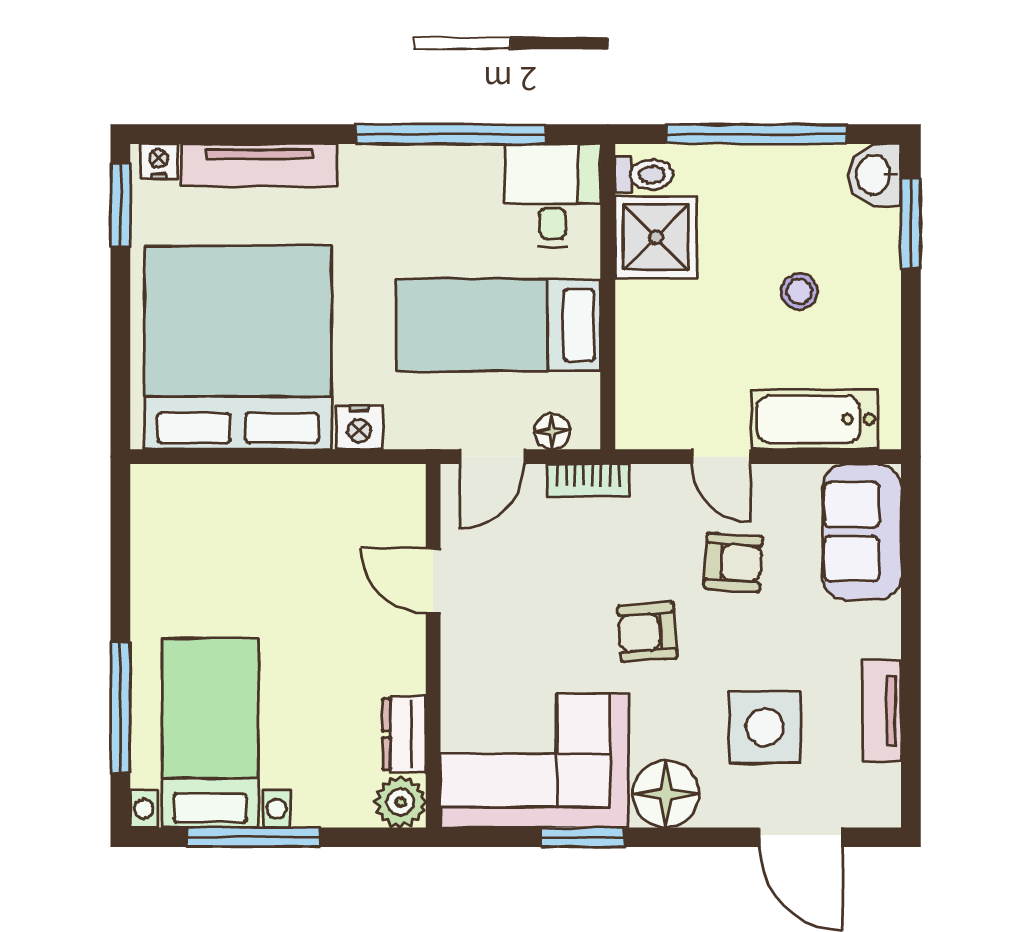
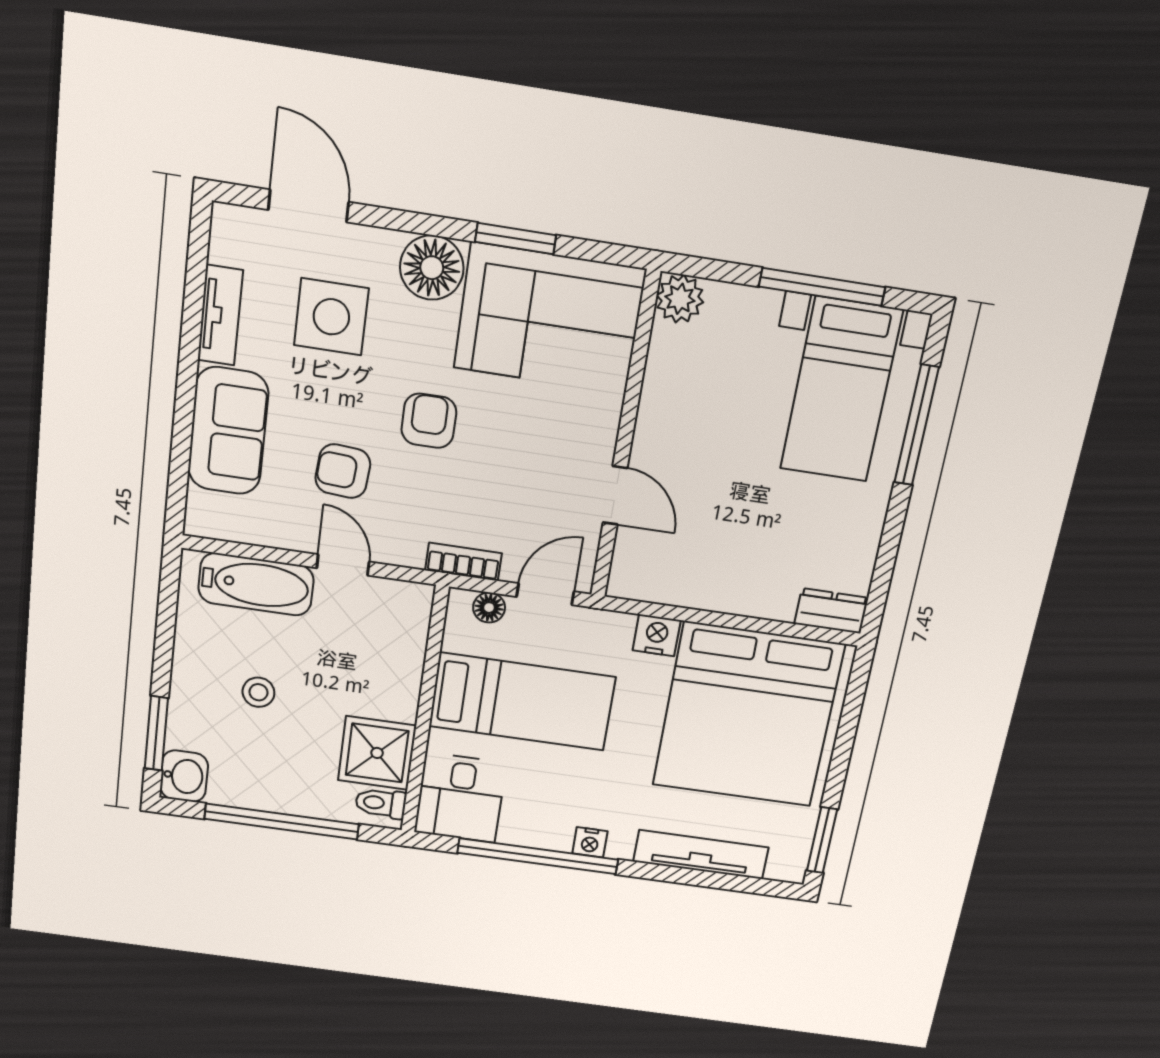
nightstand: (159, 161) -> (590, 842), moved
sofa: (862, 532) -> (228, 431), moved
armchair: (647, 632) -> (429, 421), turned -86
dresser: (404, 734) -> (831, 611), moved, turned -90

